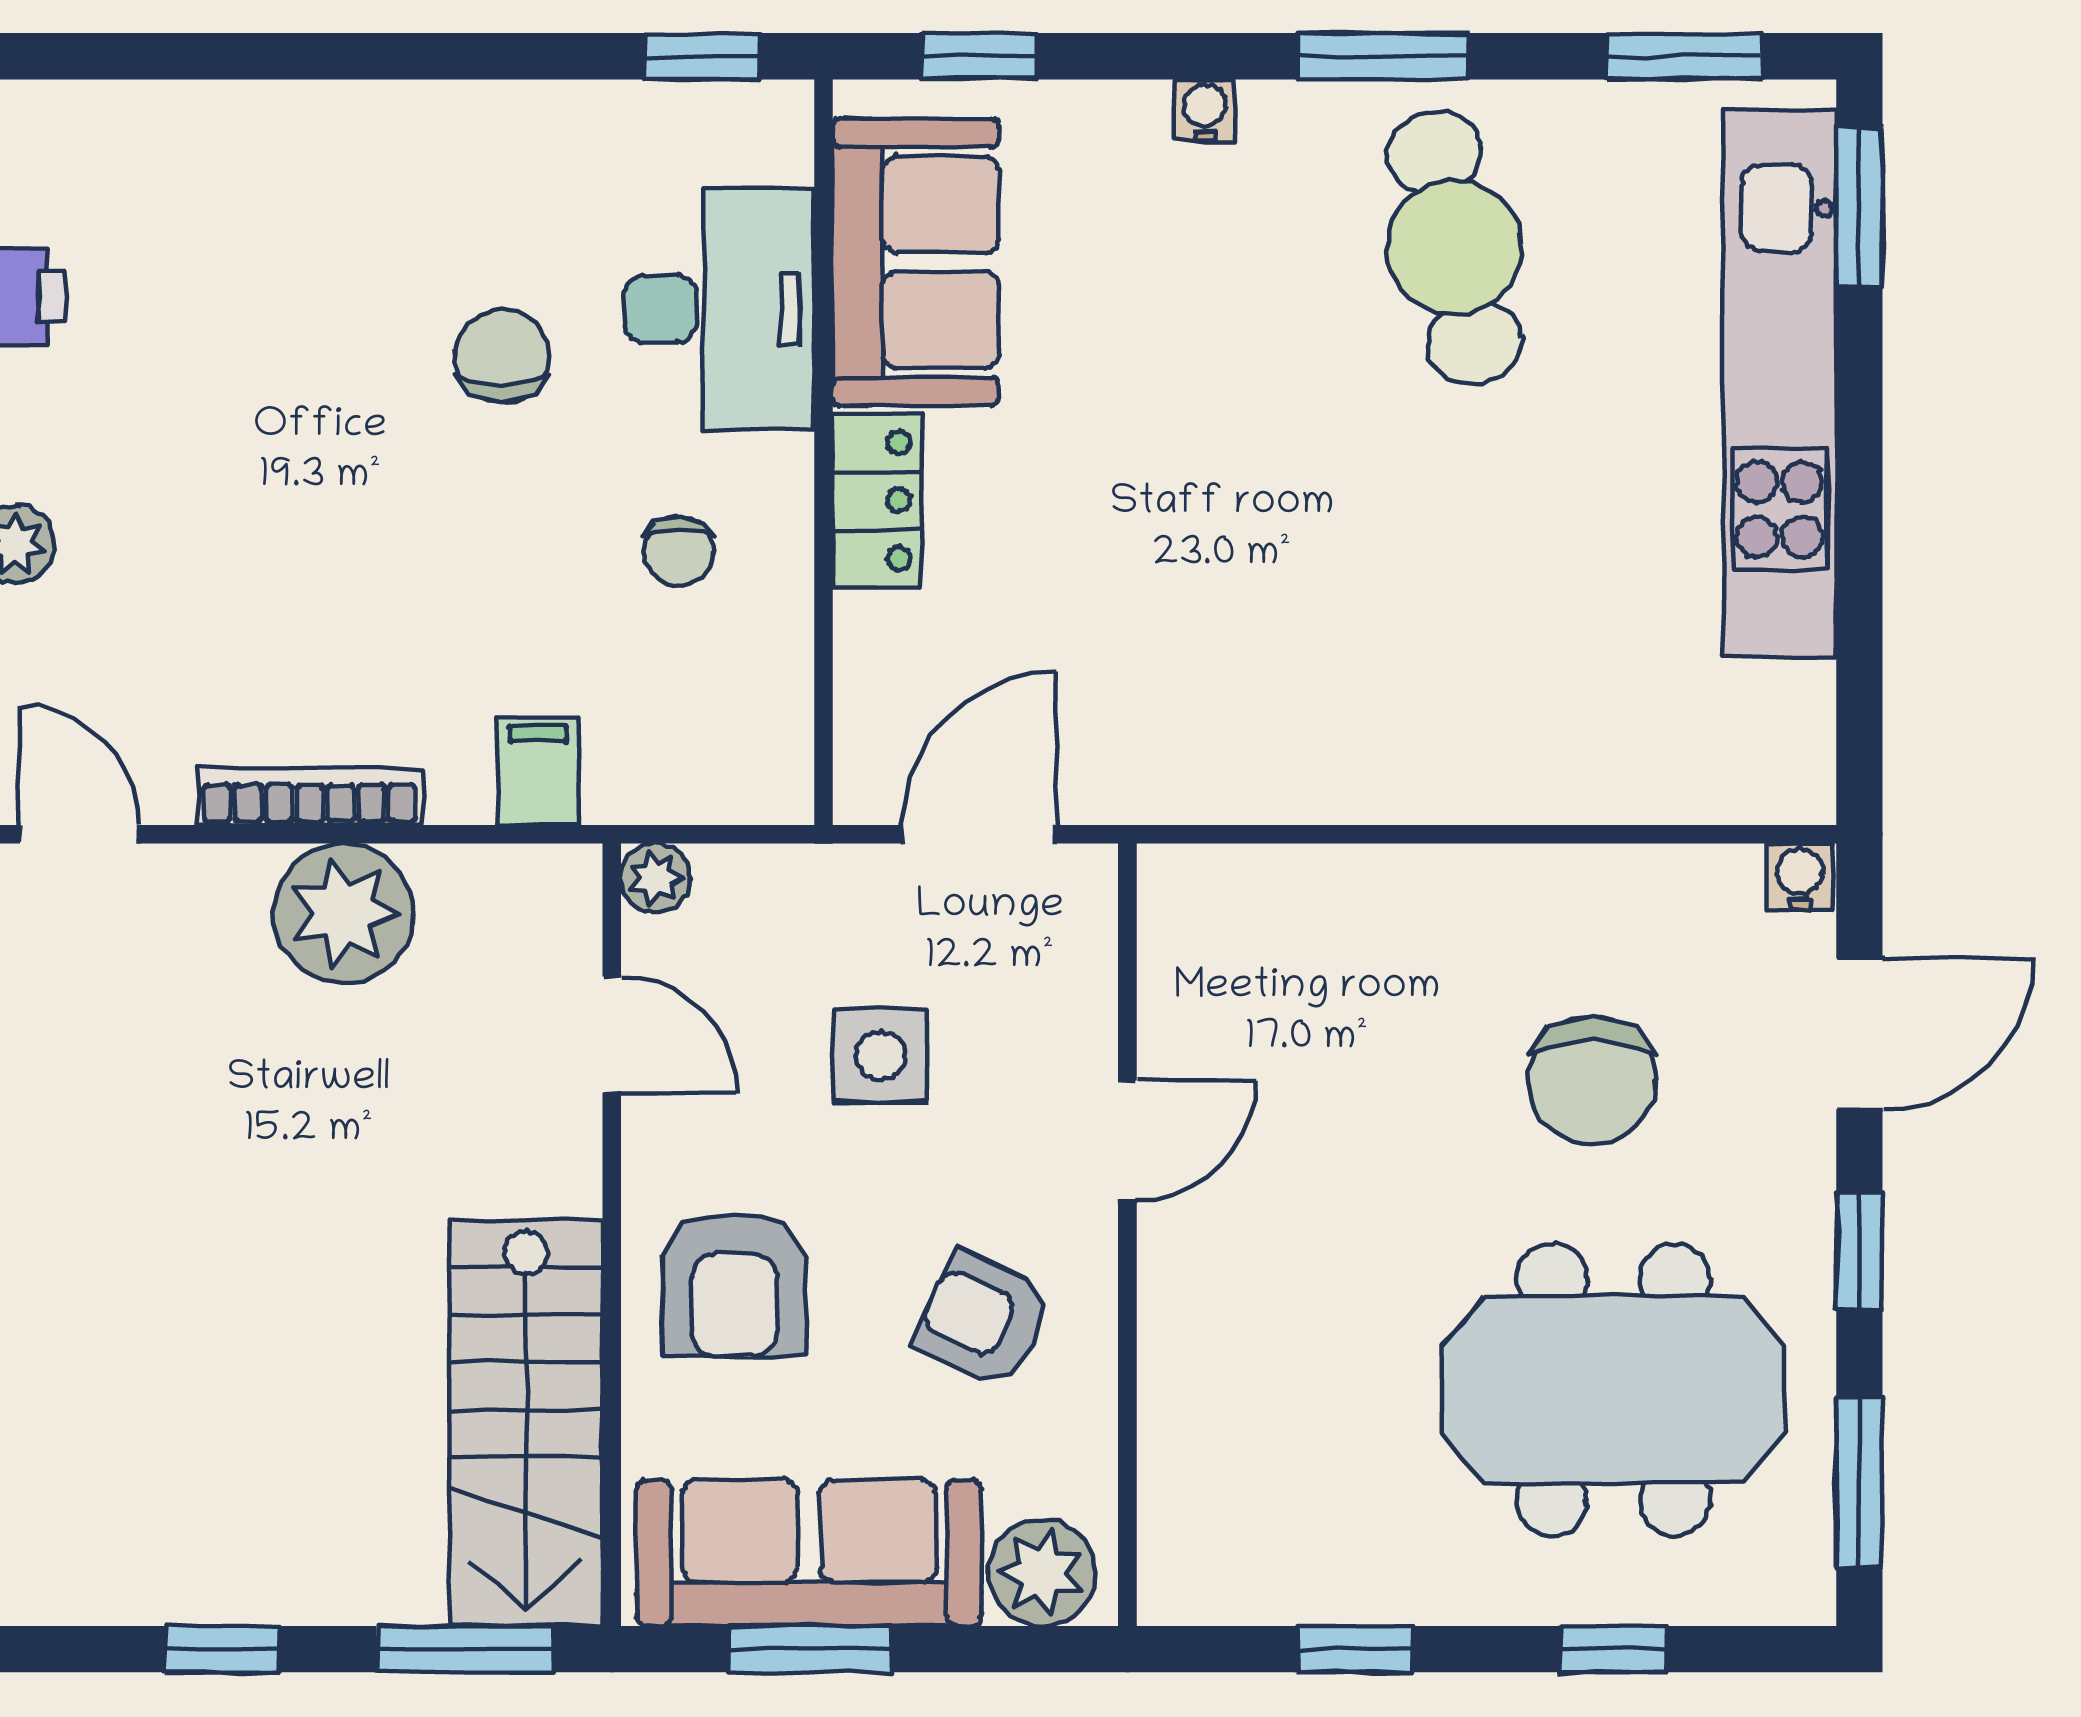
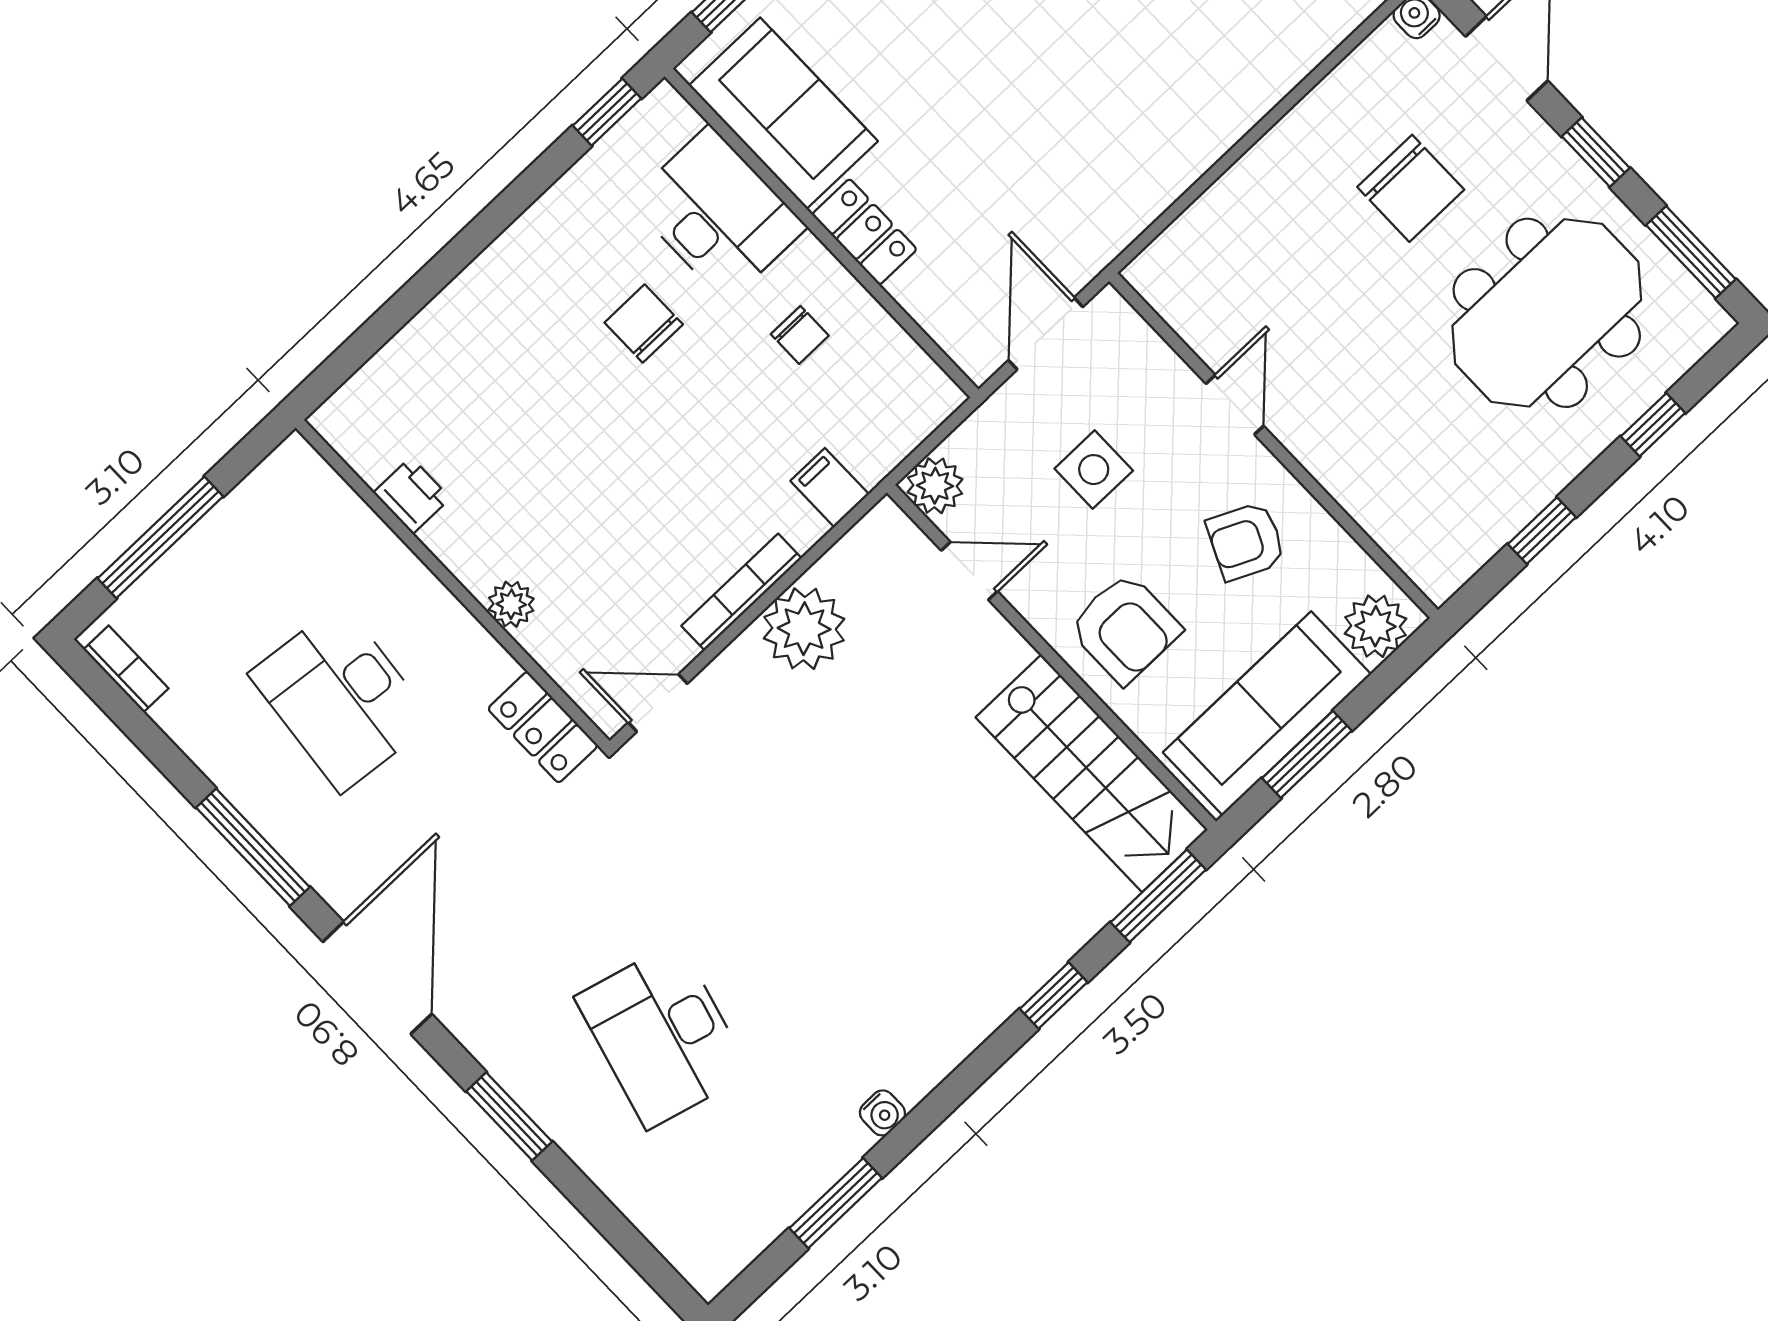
plant: (656, 878) -> (935, 486), width x1.38, depth x1.38

